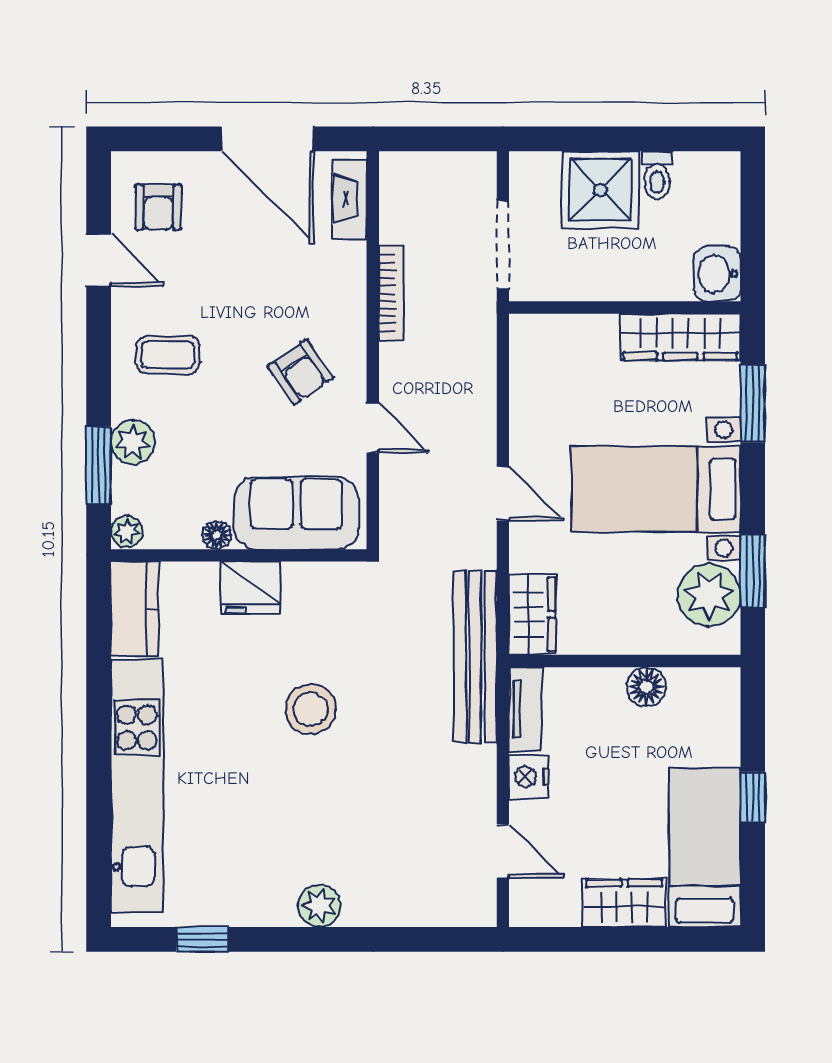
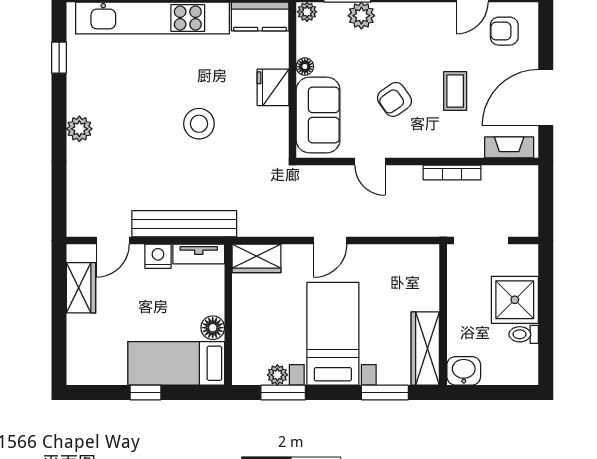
coffee table: (168, 355) -> (455, 91), moved
armchair: (300, 372) -> (394, 99), moved
door: (373, 428) -> (370, 161), hinge flipped
plant: (709, 595) -> (277, 375), width x0.53, depth x0.53
bench: (475, 657) -> (184, 224), moved
bed: (705, 848) -> (176, 363), moved, turned 180
wardrobe: (624, 903) -> (81, 288), moved

